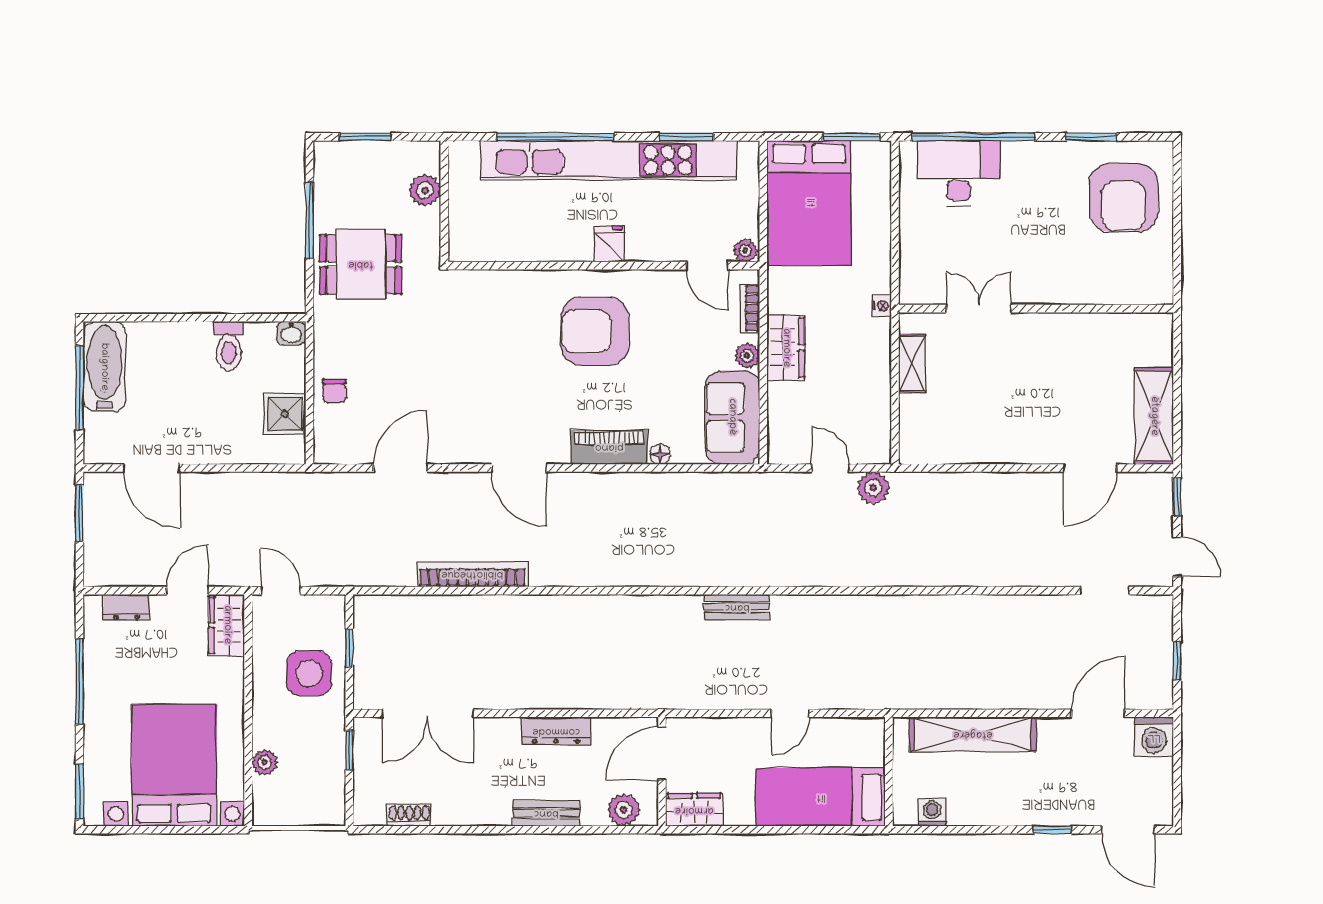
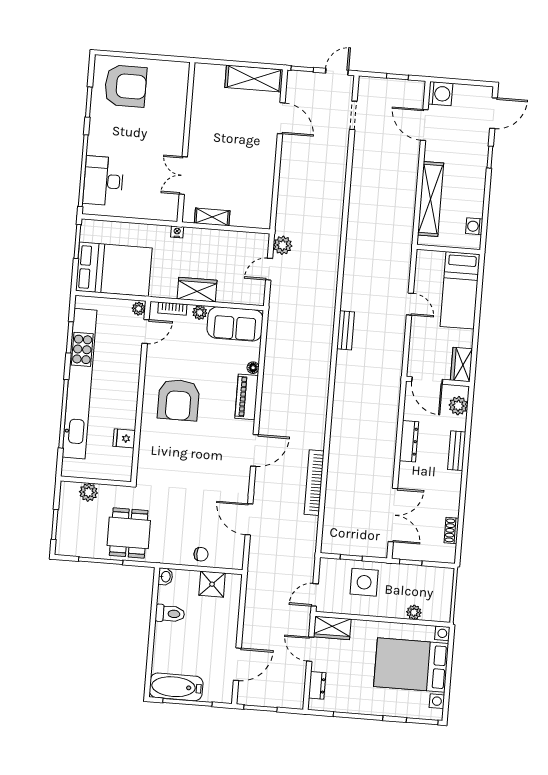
fridge: (610, 244) -> (124, 438), moved

